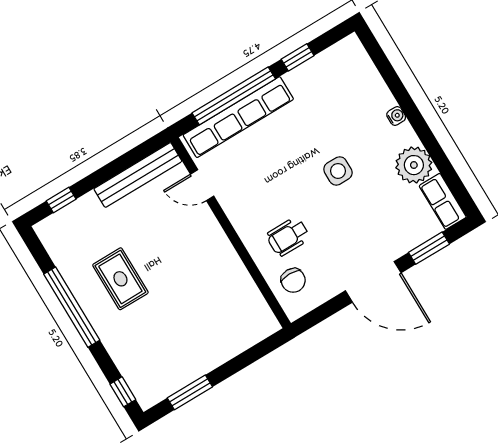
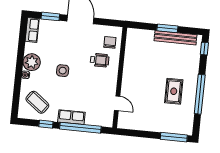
coffee table: (341, 84) -> (37, 102), added
row of seats: (238, 117) -> (71, 117), width x0.50
plant: (414, 165) -> (32, 62), moved
bench: (138, 175) -> (175, 38), moved
window: (61, 200) -> (174, 137), width x2.17
window: (190, 392) -> (167, 28), moved

